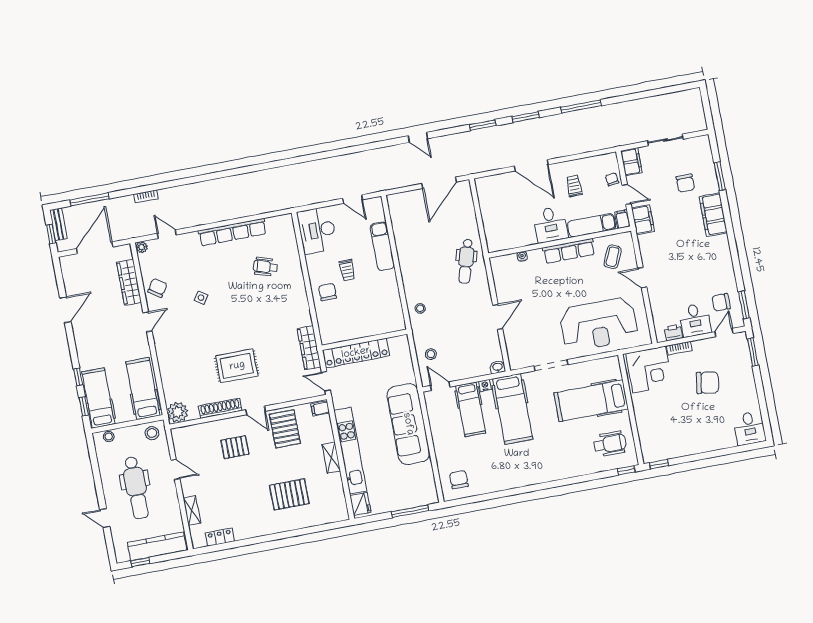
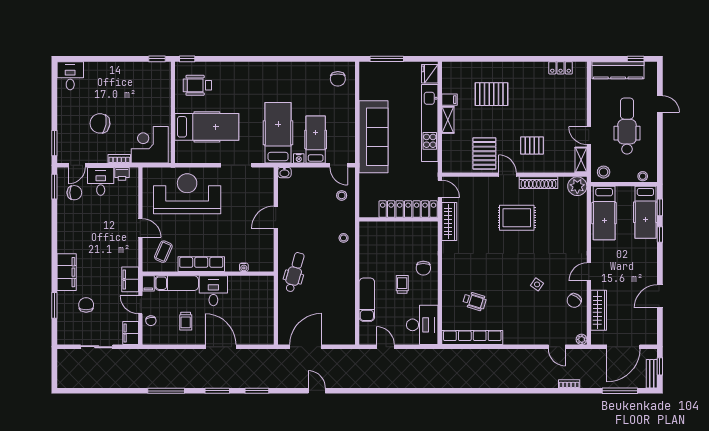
row of seats: (232, 232) -> (472, 337), moved
filing cabinet: (320, 409) -> (449, 100), moved
shelving: (192, 511) -> (581, 160), moved

